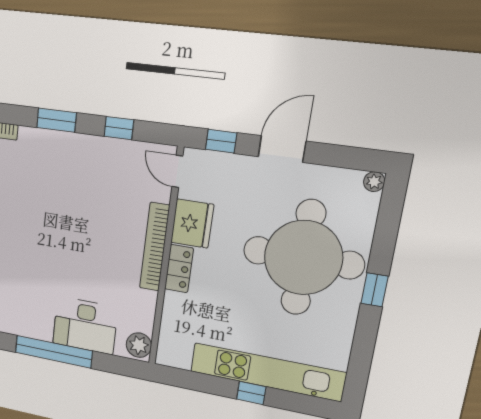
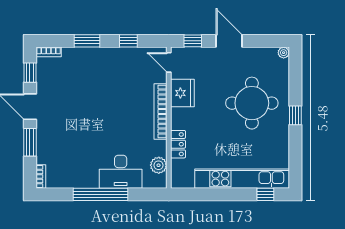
door: (282, 149) -> (229, 41), hinge flipped
round table: (303, 258) -> (252, 103), width x0.73, depth x0.73
locker: (179, 269) -> (178, 144), moved
plant: (139, 345) -> (159, 165), moved
window: (251, 393) -> (265, 194), moved

